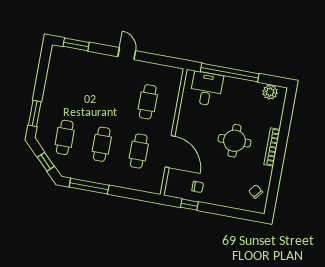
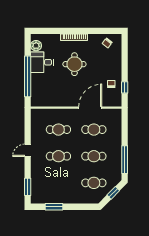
desk: (206, 89) -> (42, 62), moved
cafe table: (111, 95) -> (58, 156), added
window: (35, 113) -> (54, 207), moved

